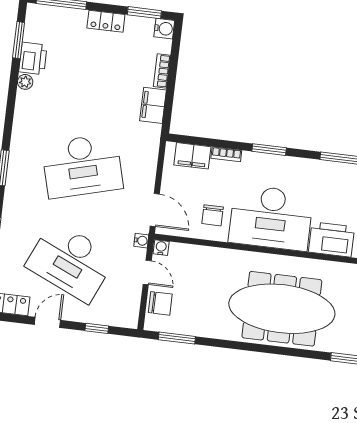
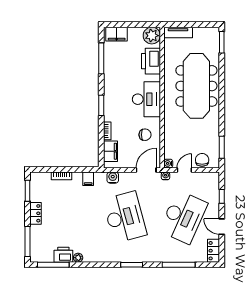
water cooler: (164, 29) -> (113, 178), moved
window: (19, 40) -> (53, 265), width x1.44
filing cabinet: (153, 105) -> (88, 179), width x0.50
desk: (271, 218) -> (146, 99), width x0.73, depth x0.77

